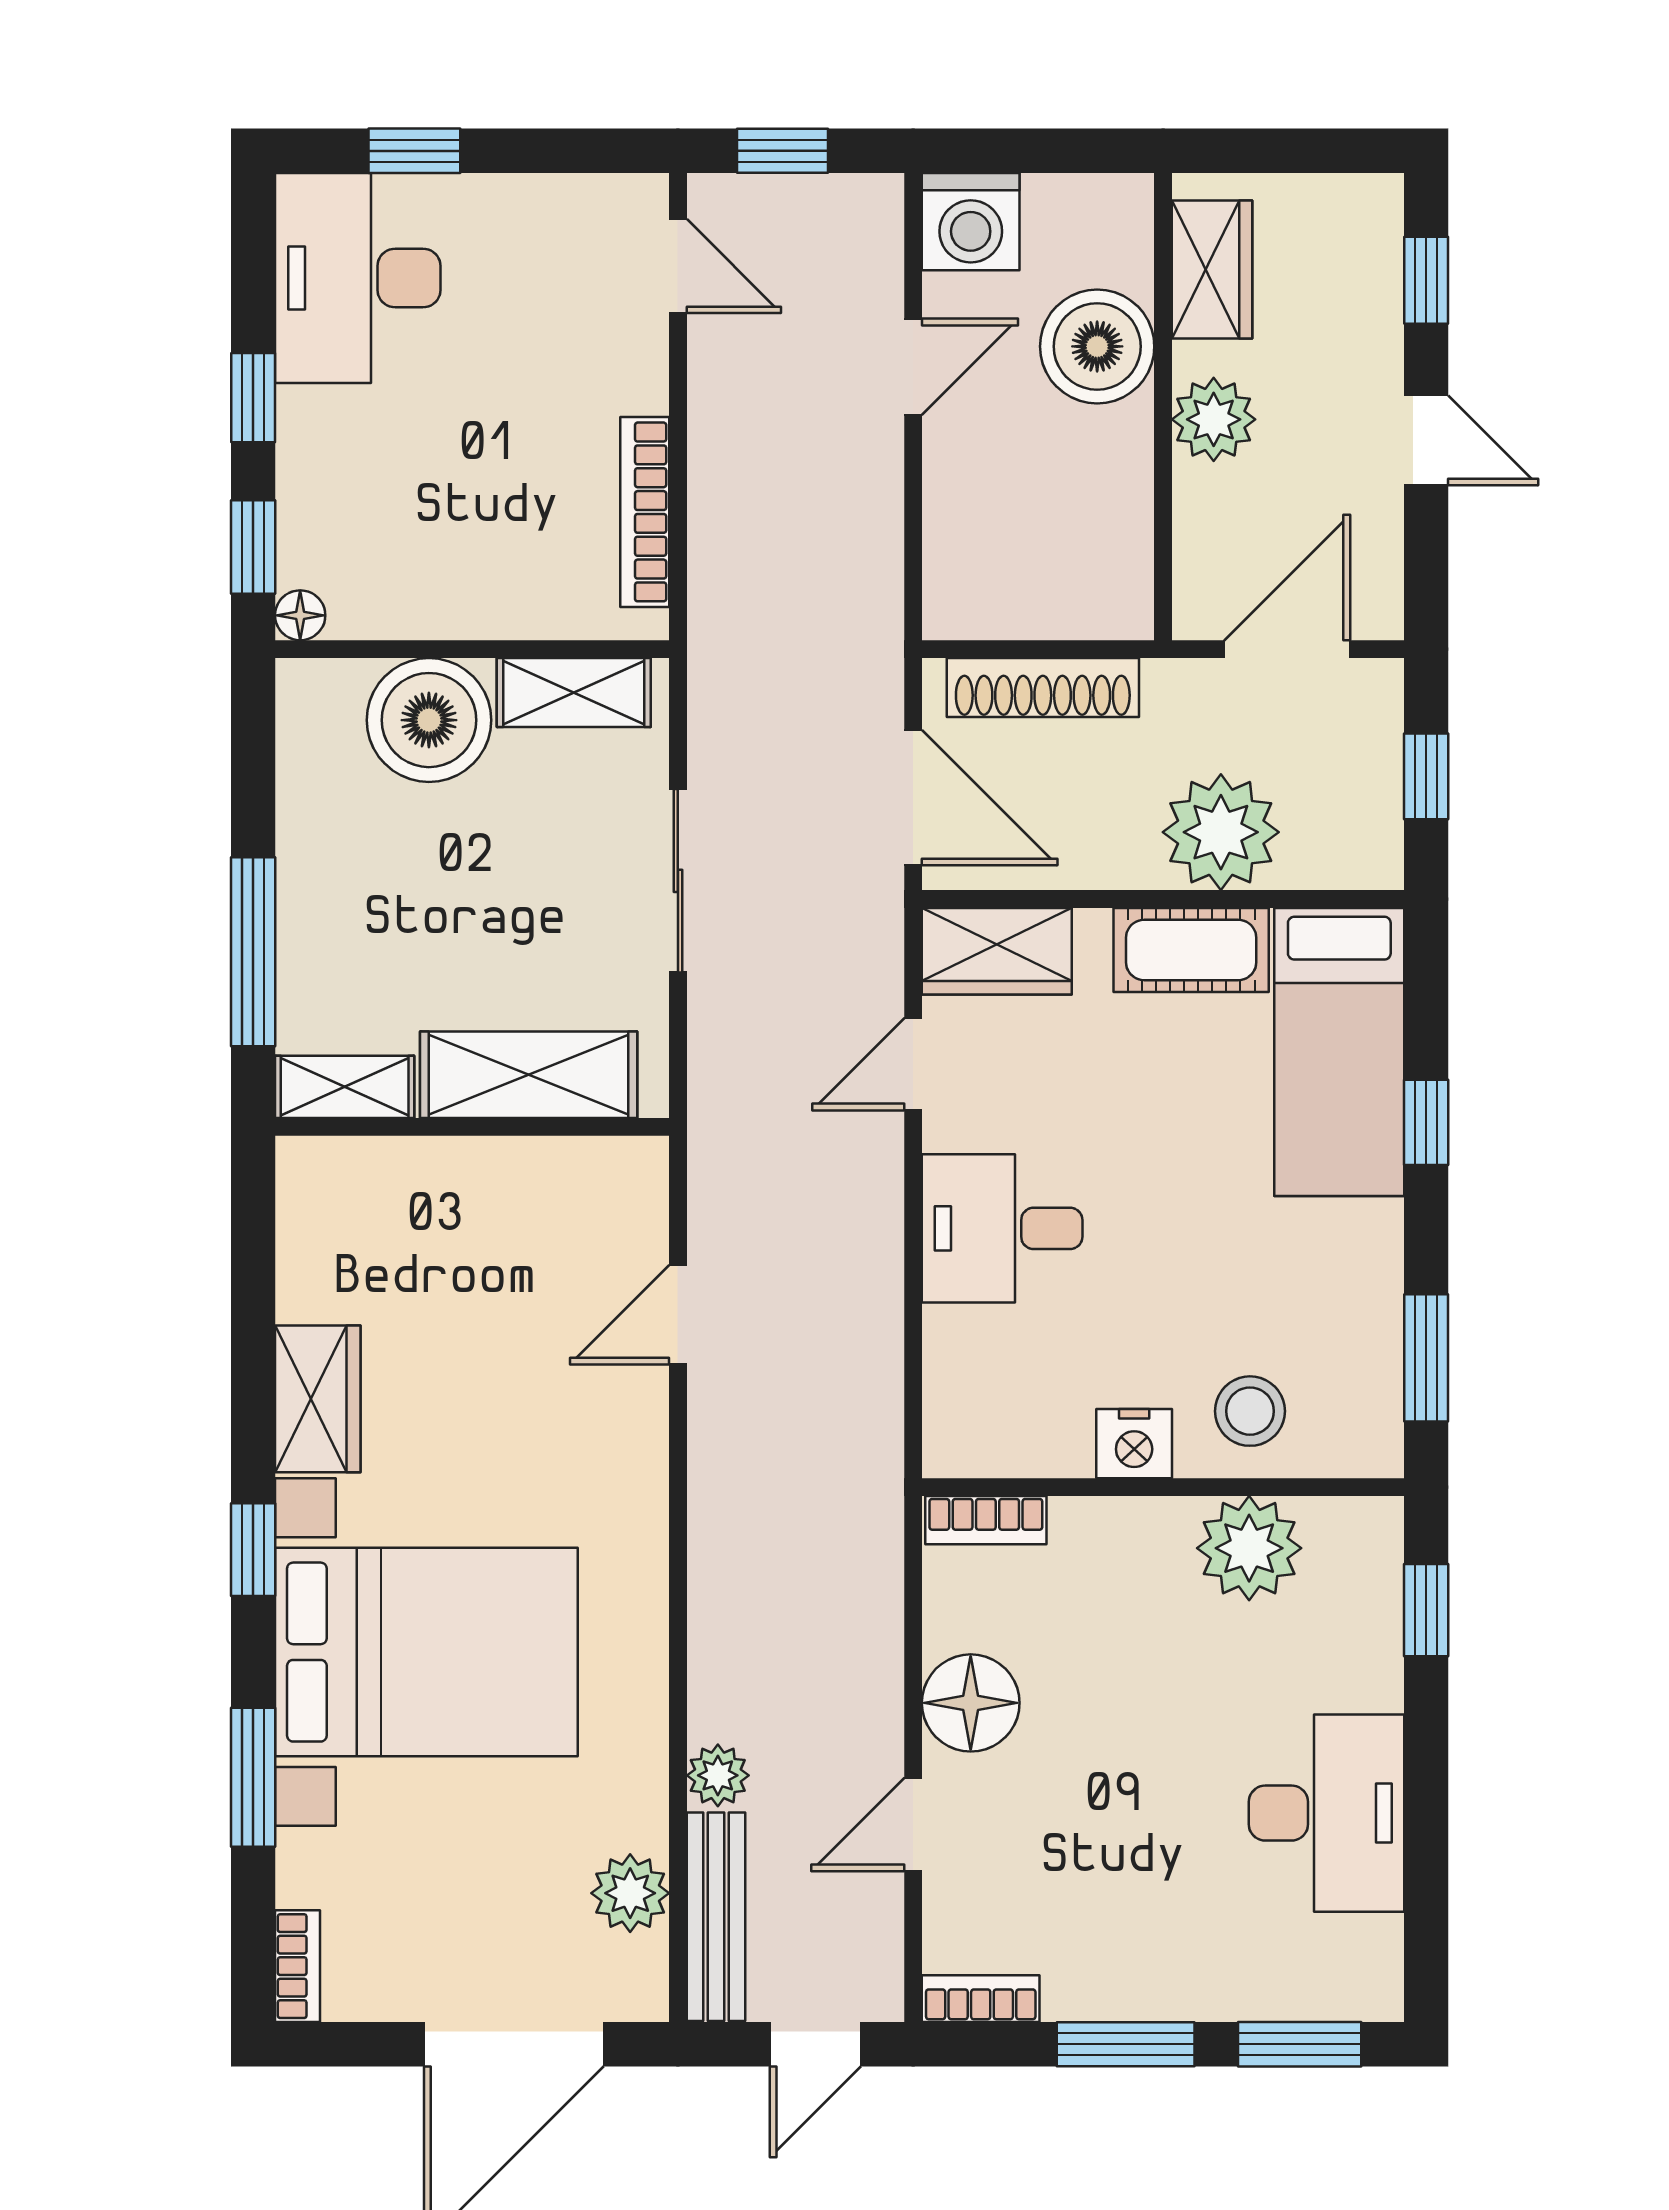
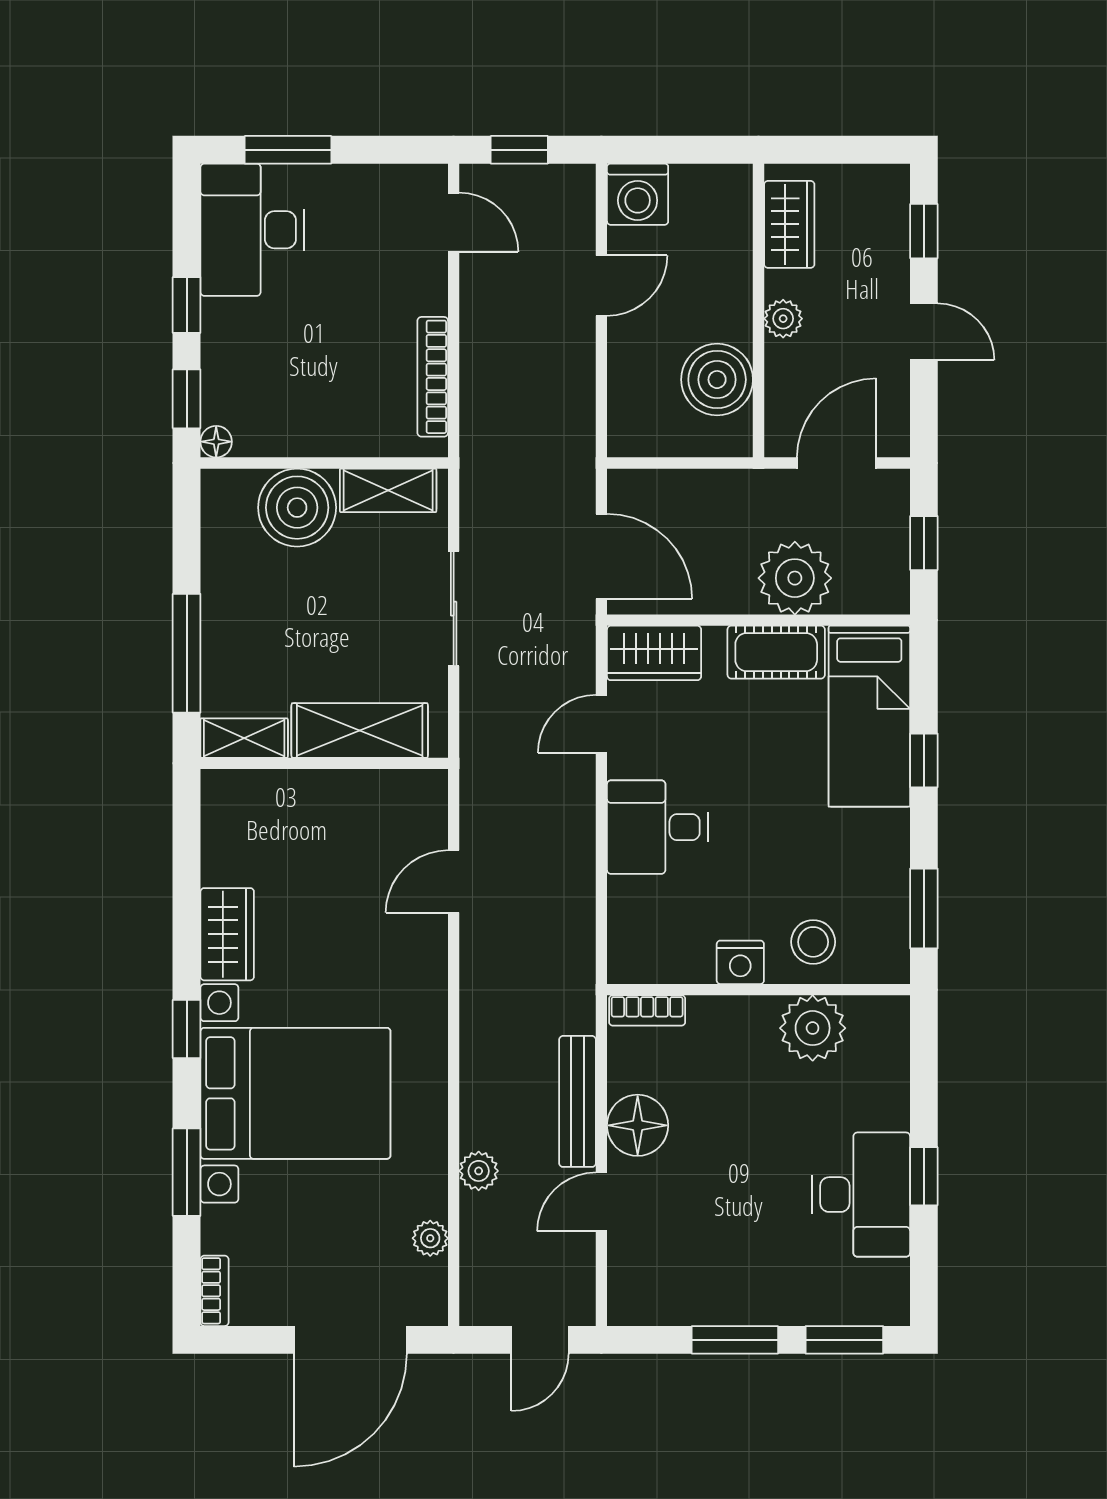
window: (414, 151) -> (288, 150), width x1.50
boiler: (1097, 346) -> (717, 380), moved
plant: (1214, 419) -> (783, 319), width x0.73, depth x0.73
shoe rack: (1043, 688) -> (683, 487), removed
window: (1426, 1610) -> (924, 1176), moved
plant: (630, 1893) -> (430, 1238), width x0.73, depth x0.73
bench: (716, 1917) -> (578, 1101), moved
bookcase: (981, 1999) -> (644, 1311), removed

